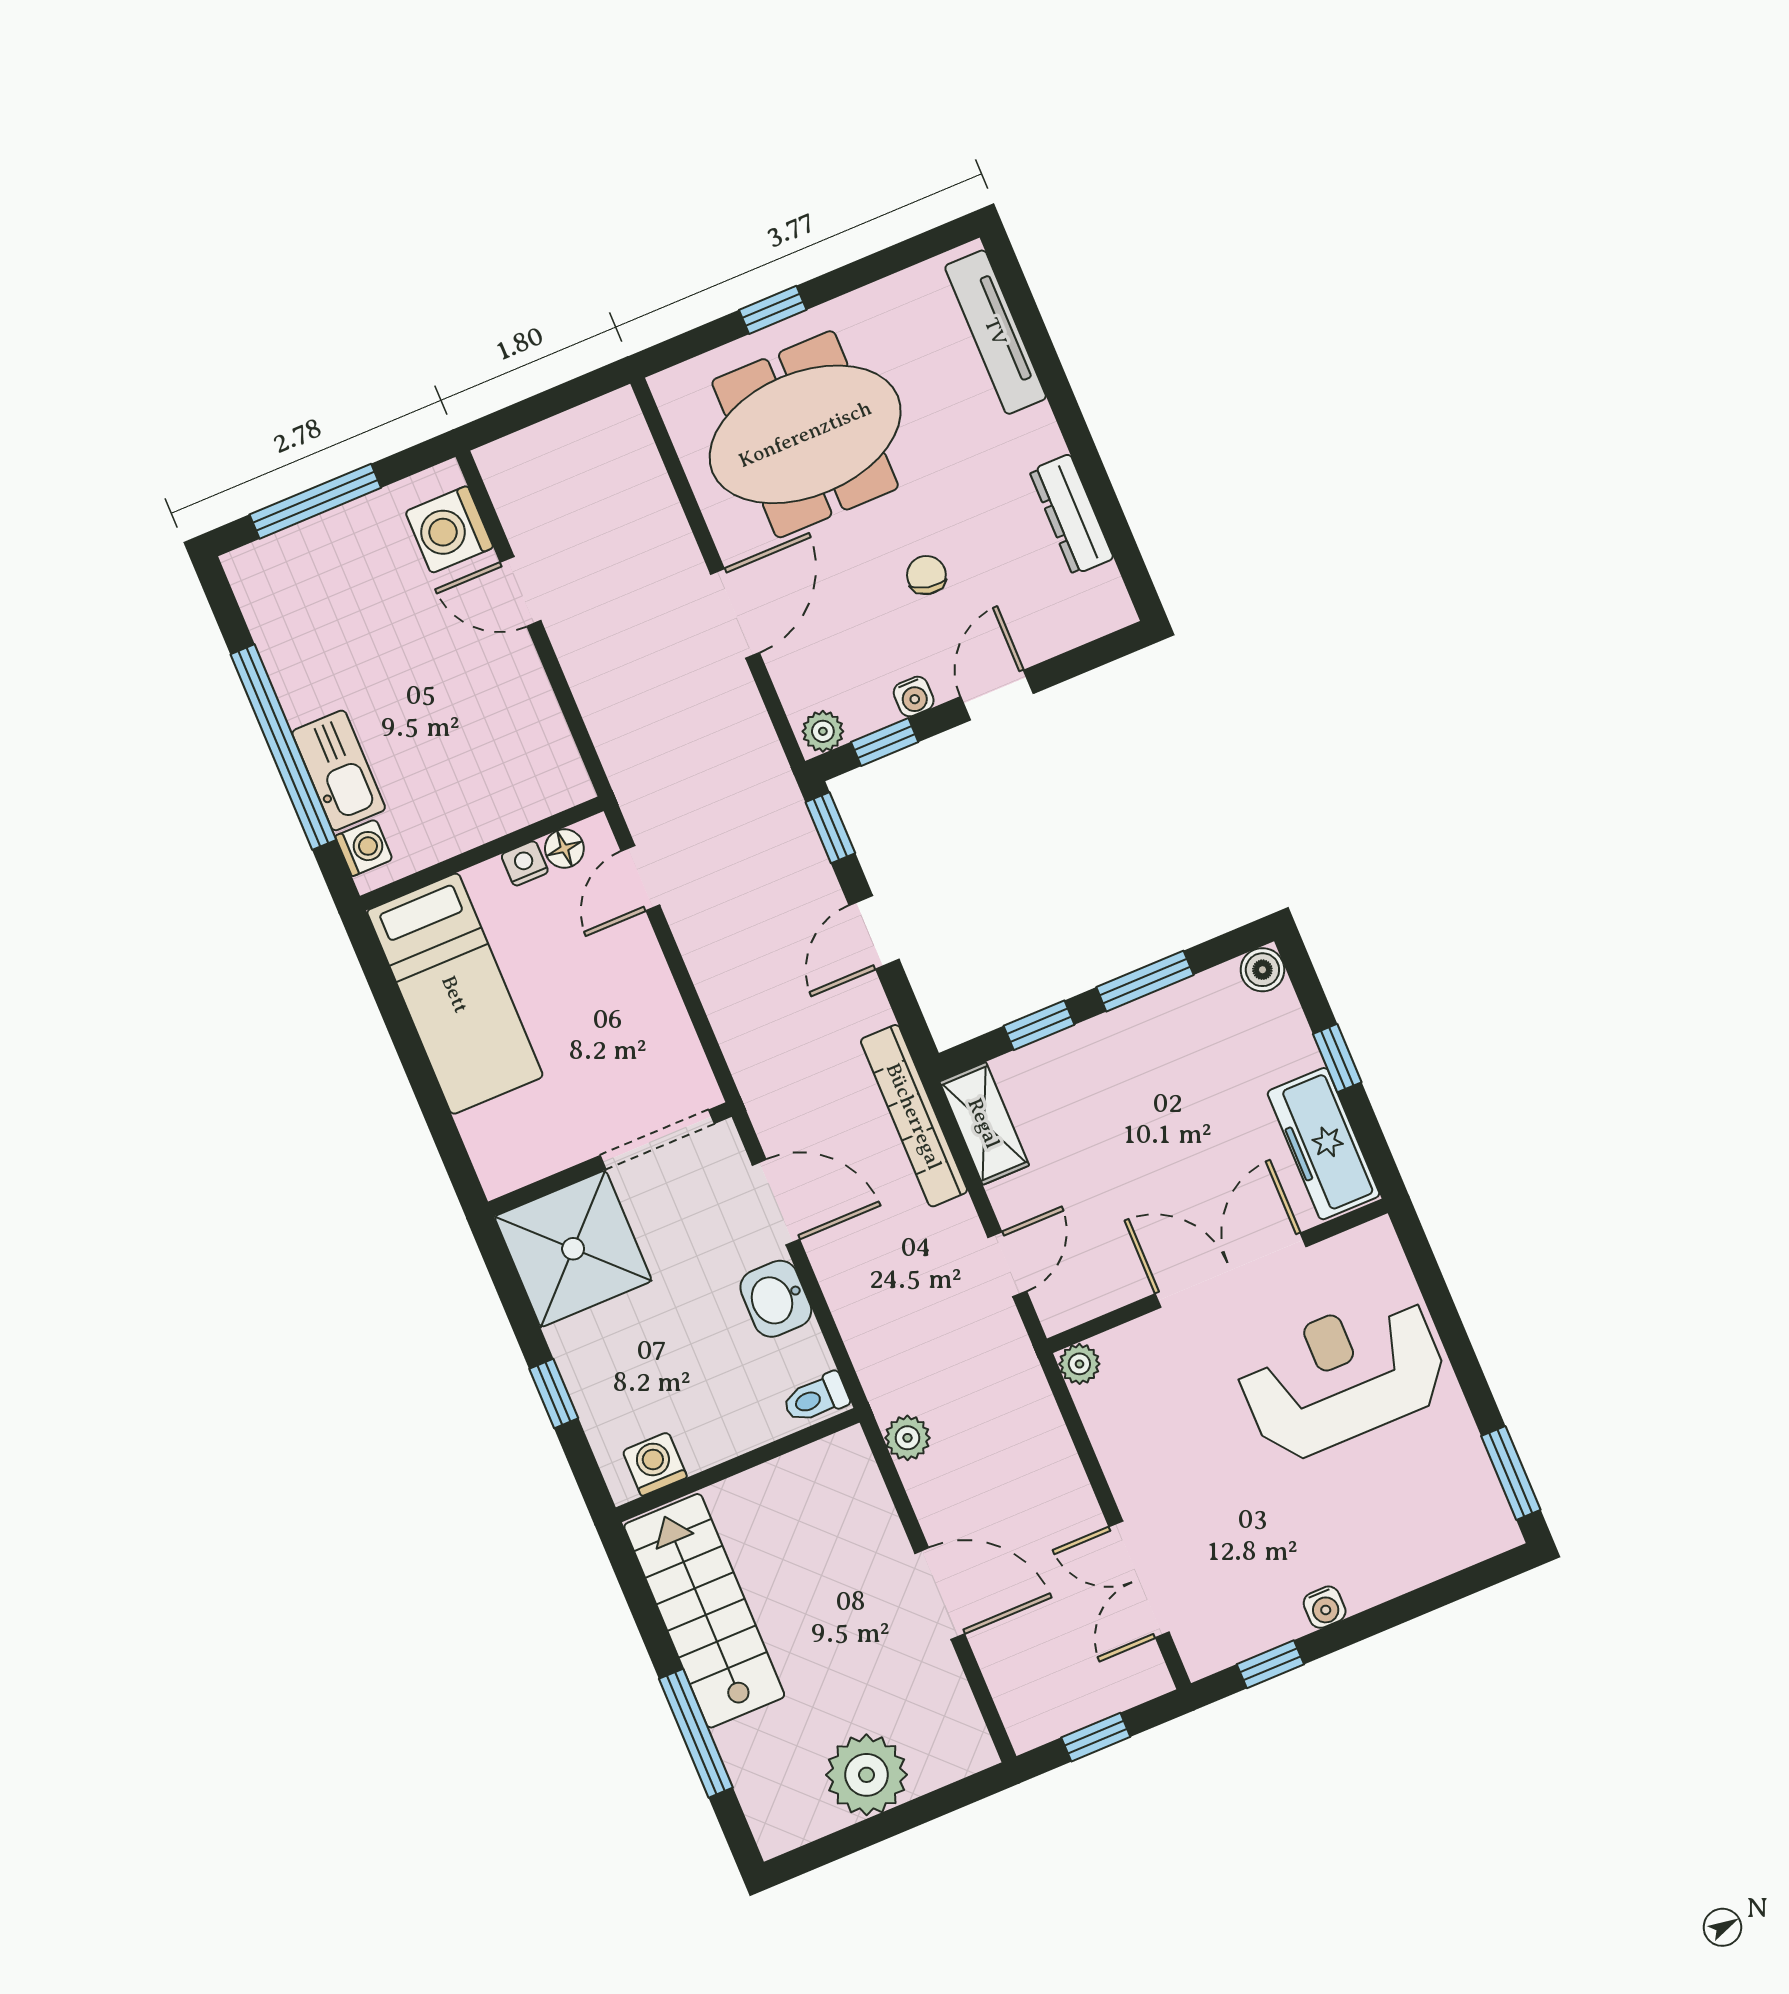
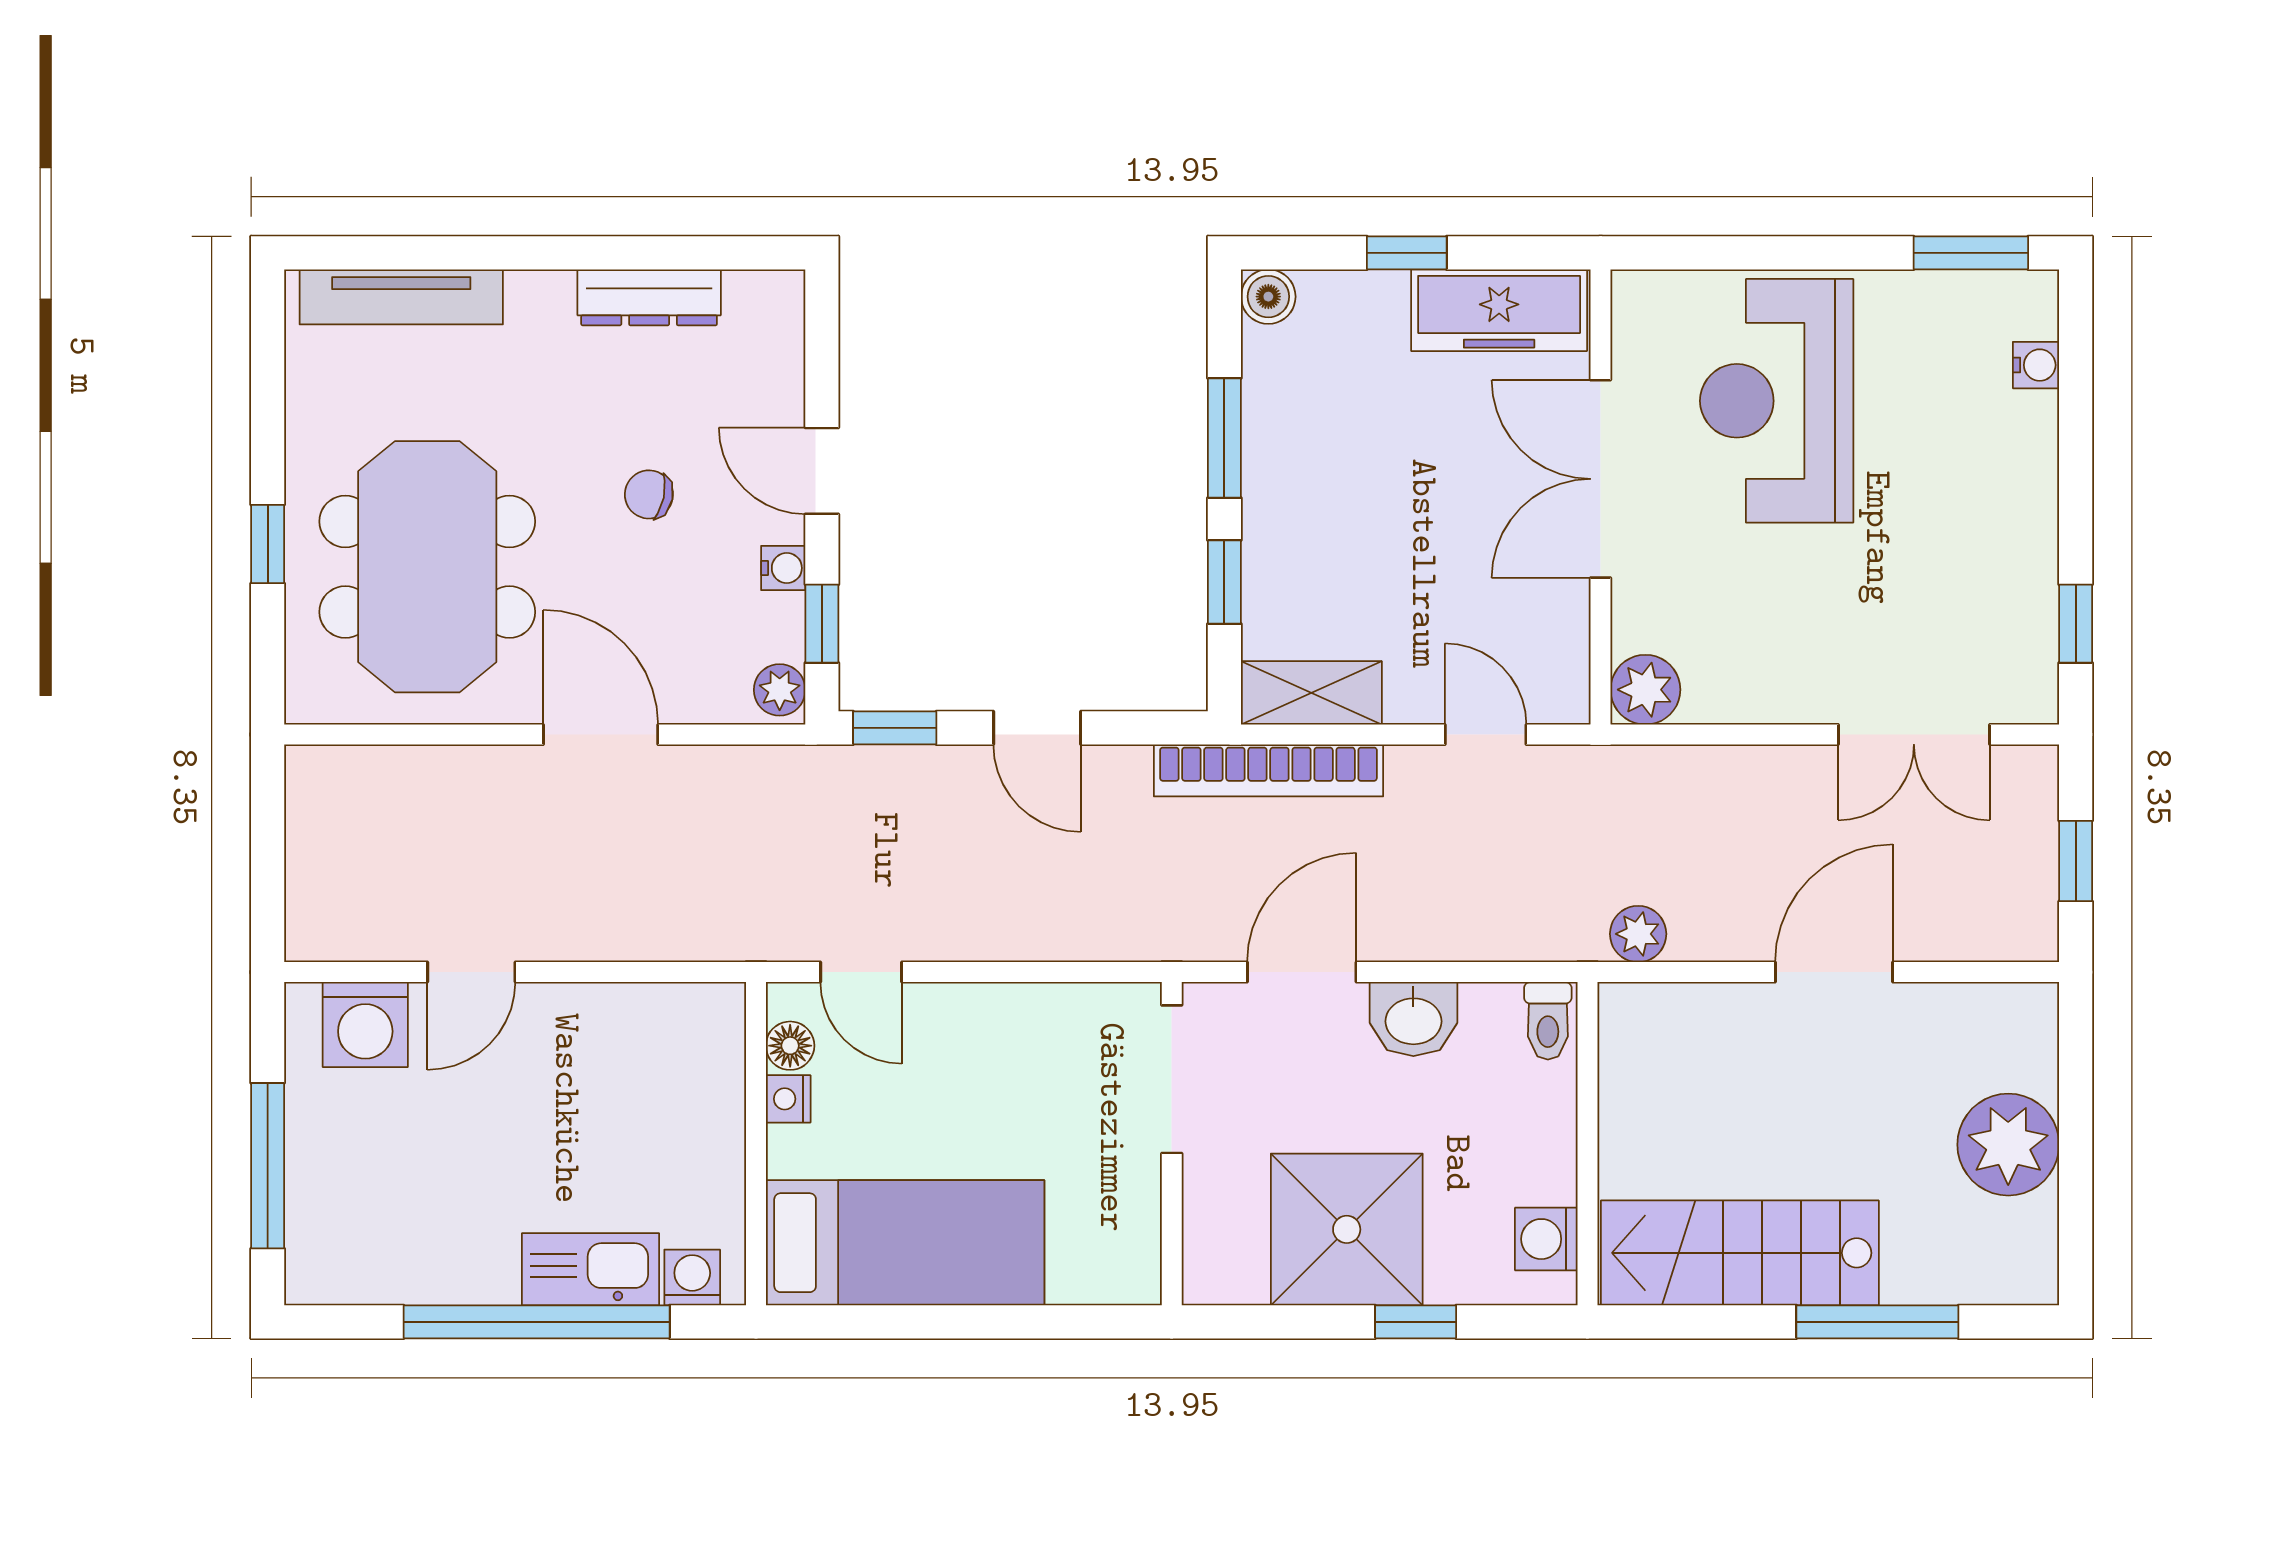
shower: (573, 1249) -> (1347, 1229), moved
plant: (1079, 1364) -> (1645, 690), width x1.38, depth x1.38
water cooler: (1325, 1607) -> (2036, 365), moved

